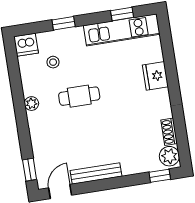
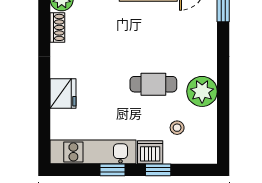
window: (122, 14) -> (112, 170), moved
dishwasher: (26, 45) -> (150, 152), moved
plant: (31, 104) -> (202, 91), width x1.88, depth x1.88

